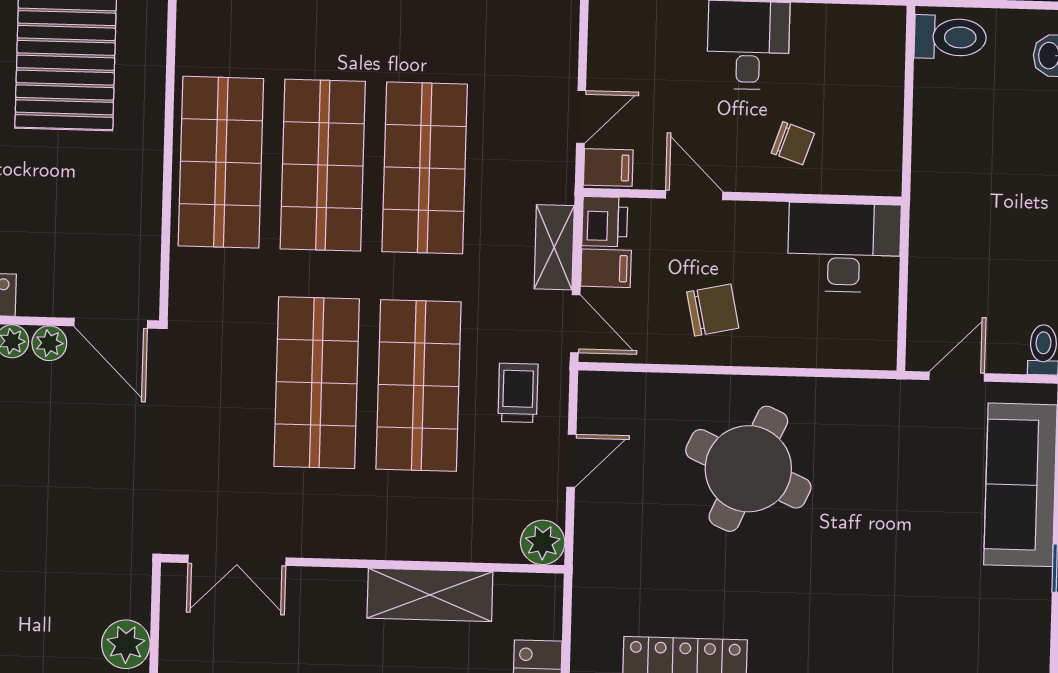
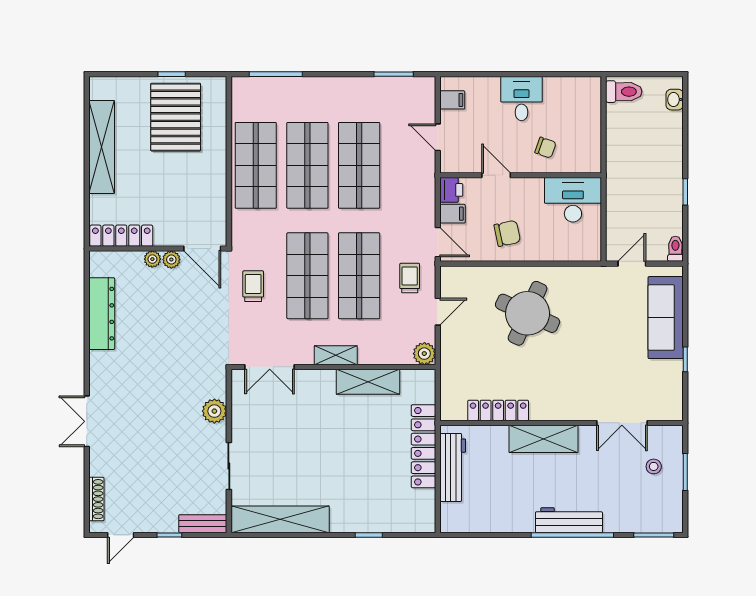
door: (581, 117) -> (438, 137), swing flipped
filing cabinet: (608, 168) -> (452, 100), moved
shelving: (554, 247) -> (336, 355), moved, turned 90
trolley: (209, 400) -> (253, 286), added

